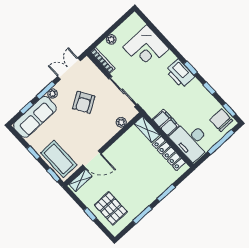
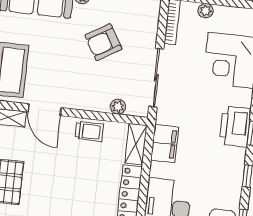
filing cabinet: (166, 123) -> (165, 143), moved
trolley: (121, 147) -> (89, 131), added

